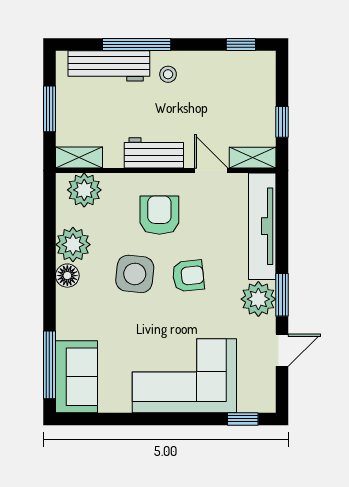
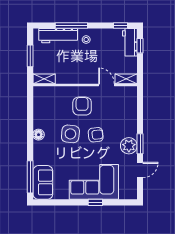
window: (282, 122) -> (140, 46), moved
workbench: (154, 153) -> (130, 42), moved, turned -90
plant: (84, 190) -> (47, 94), removed
tv unit: (262, 226) -> (131, 111), removed
plant: (73, 245) -> (41, 120), removed
window: (243, 419) -> (95, 202), moved

